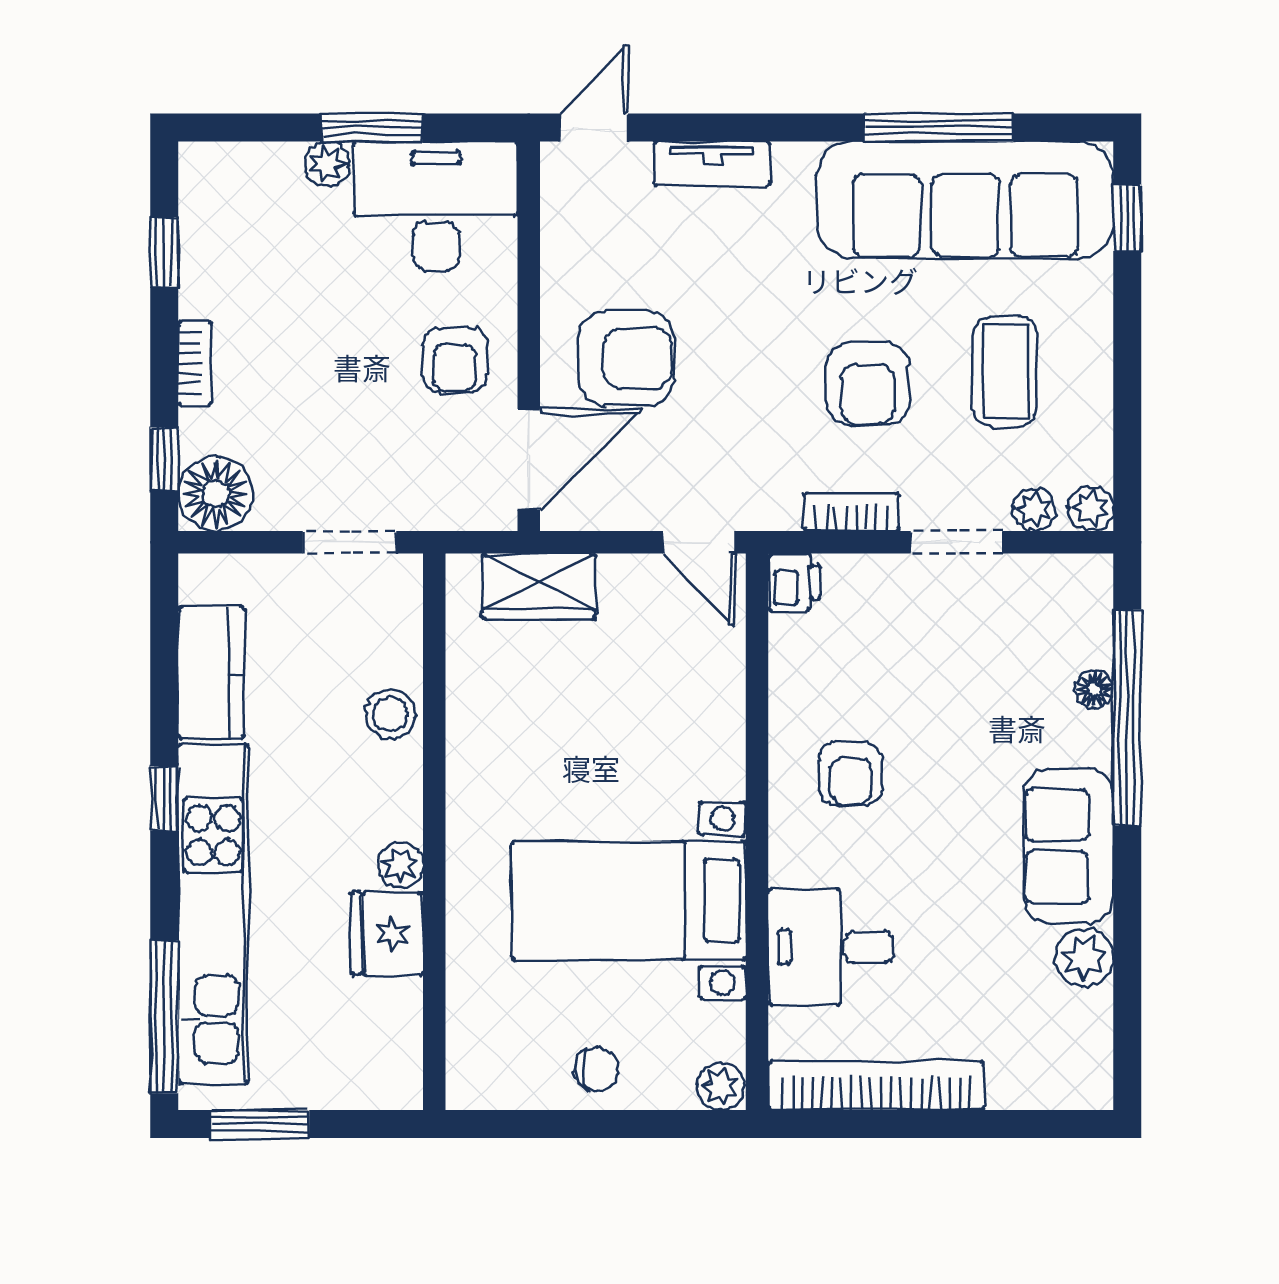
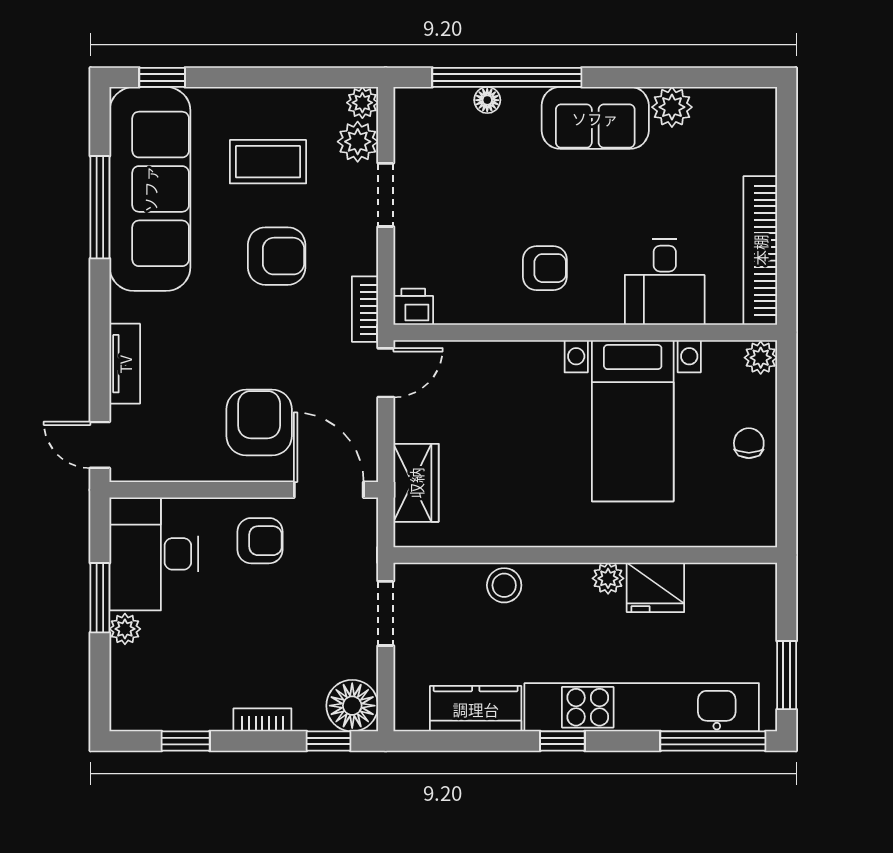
plant: (1034, 510) -> (358, 142), width x1.38, depth x1.38
bookcase: (852, 512) -> (365, 309), moved

